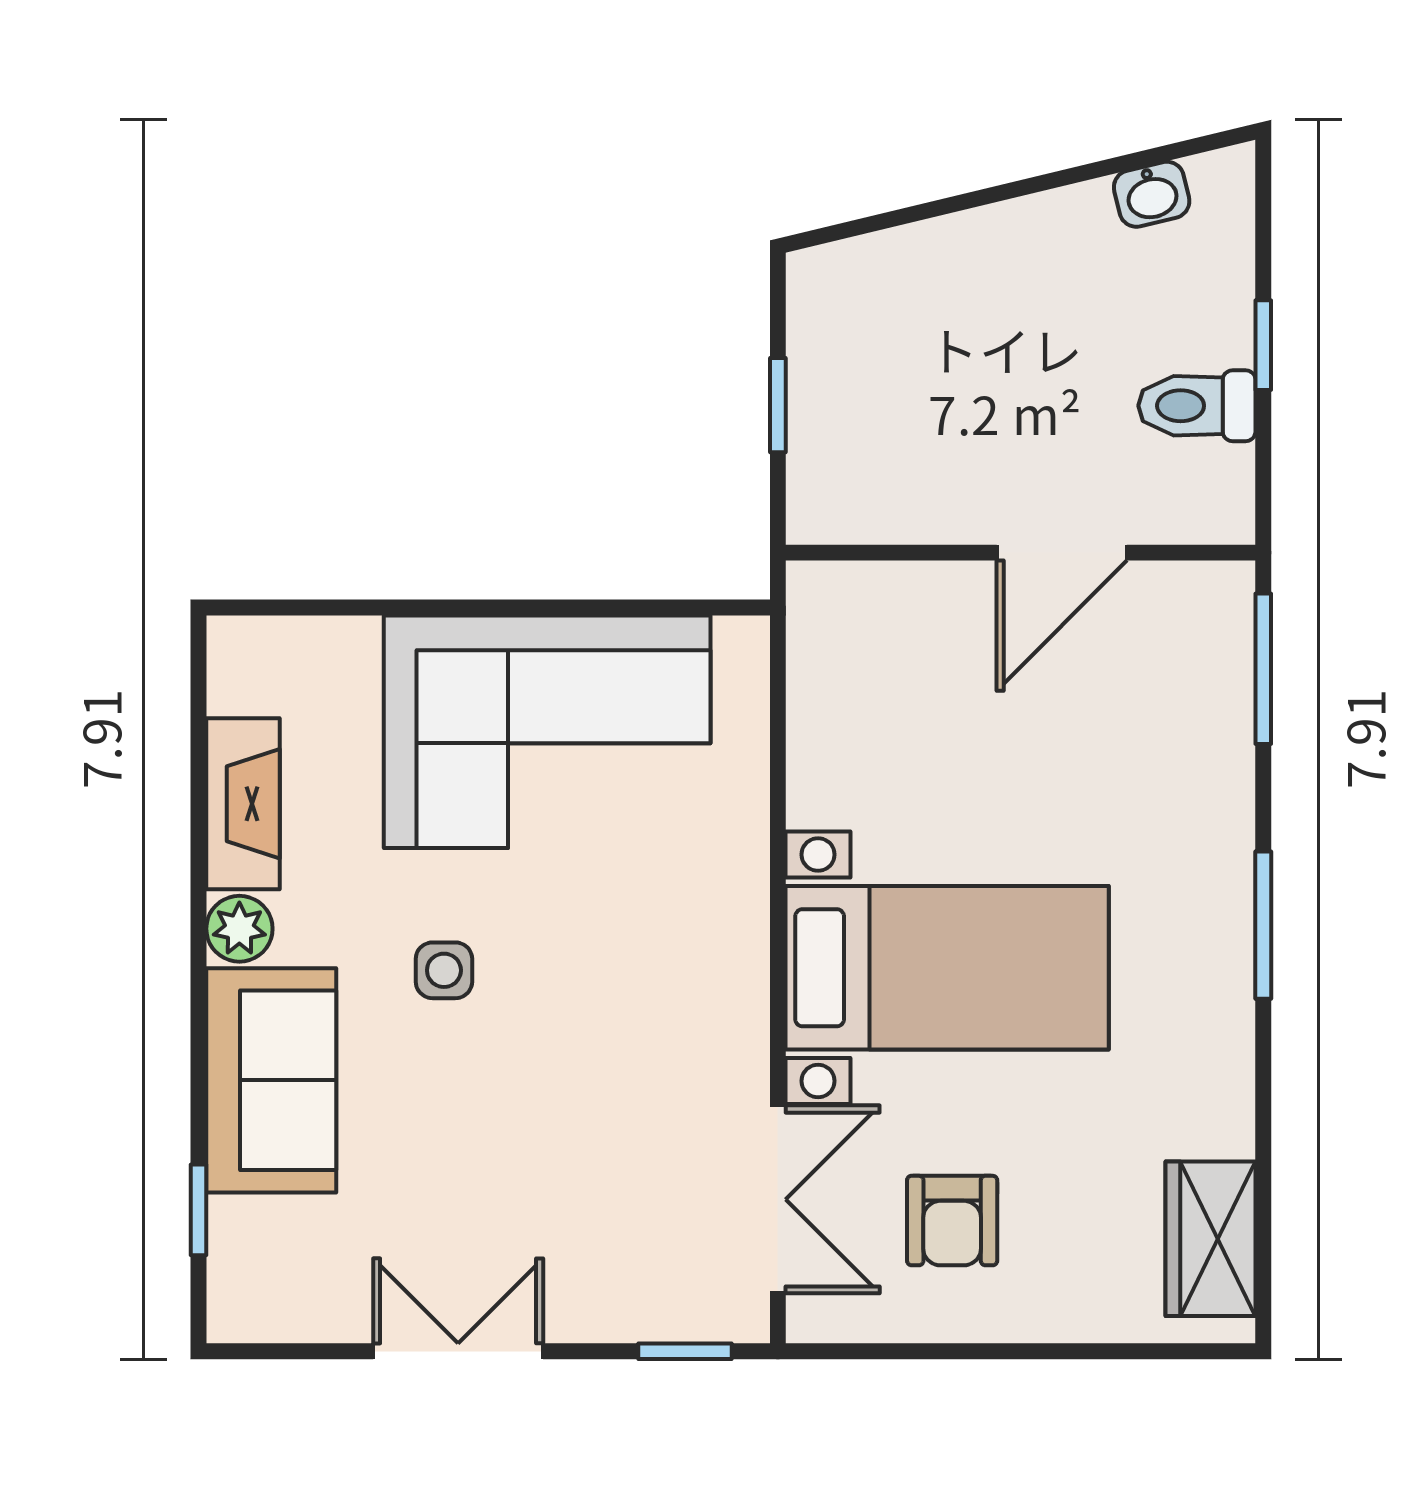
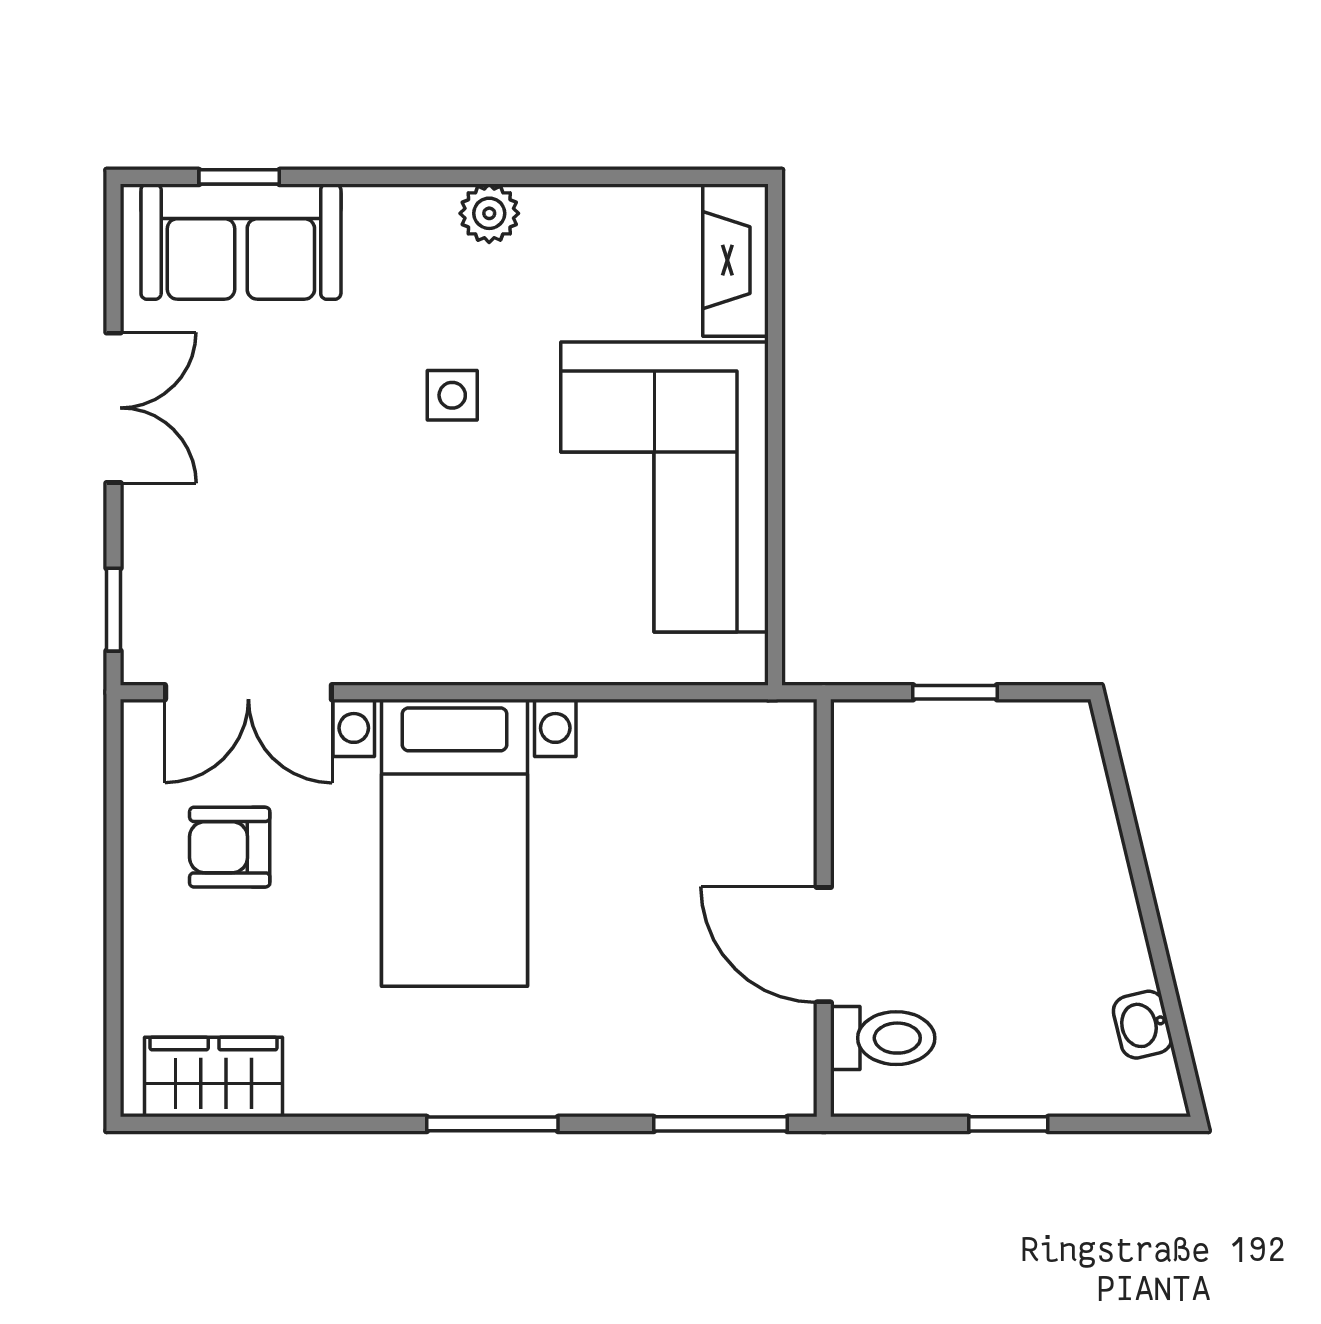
toilet: (1197, 406) -> (883, 1038), moved, turned 90
fireplace: (243, 804) -> (735, 260), moved, turned 90
sofa: (271, 1080) -> (241, 242), moved

